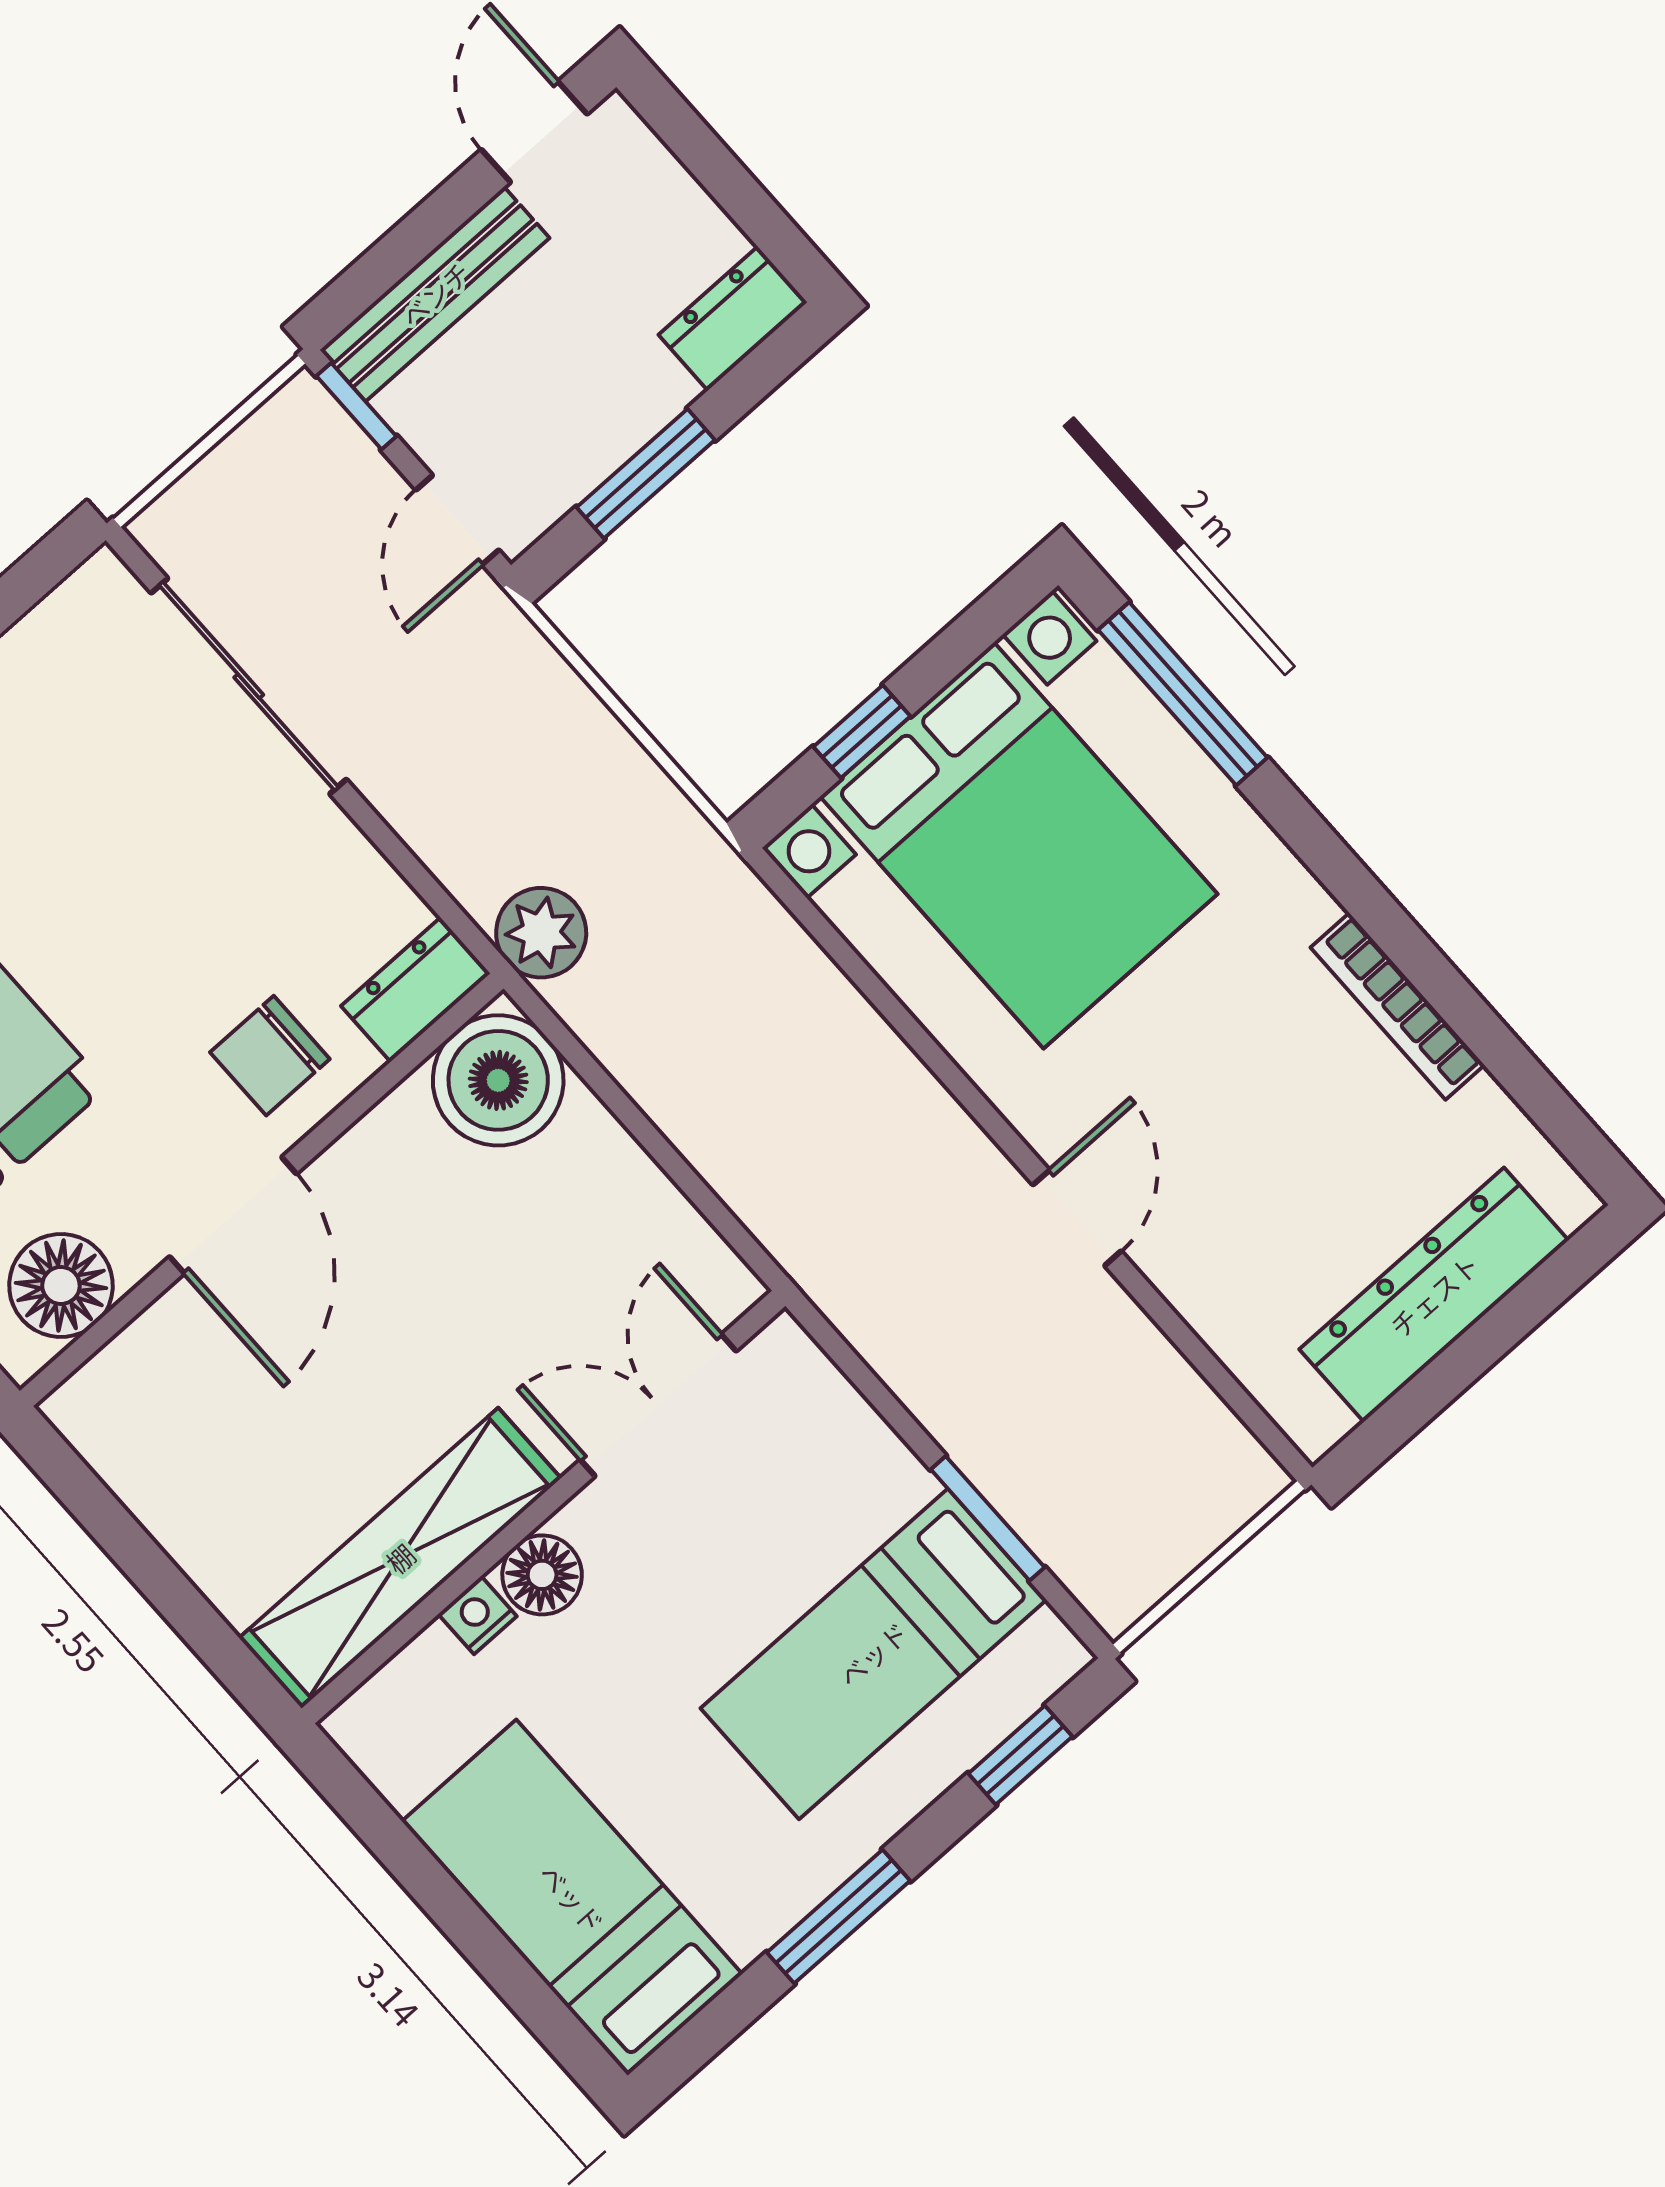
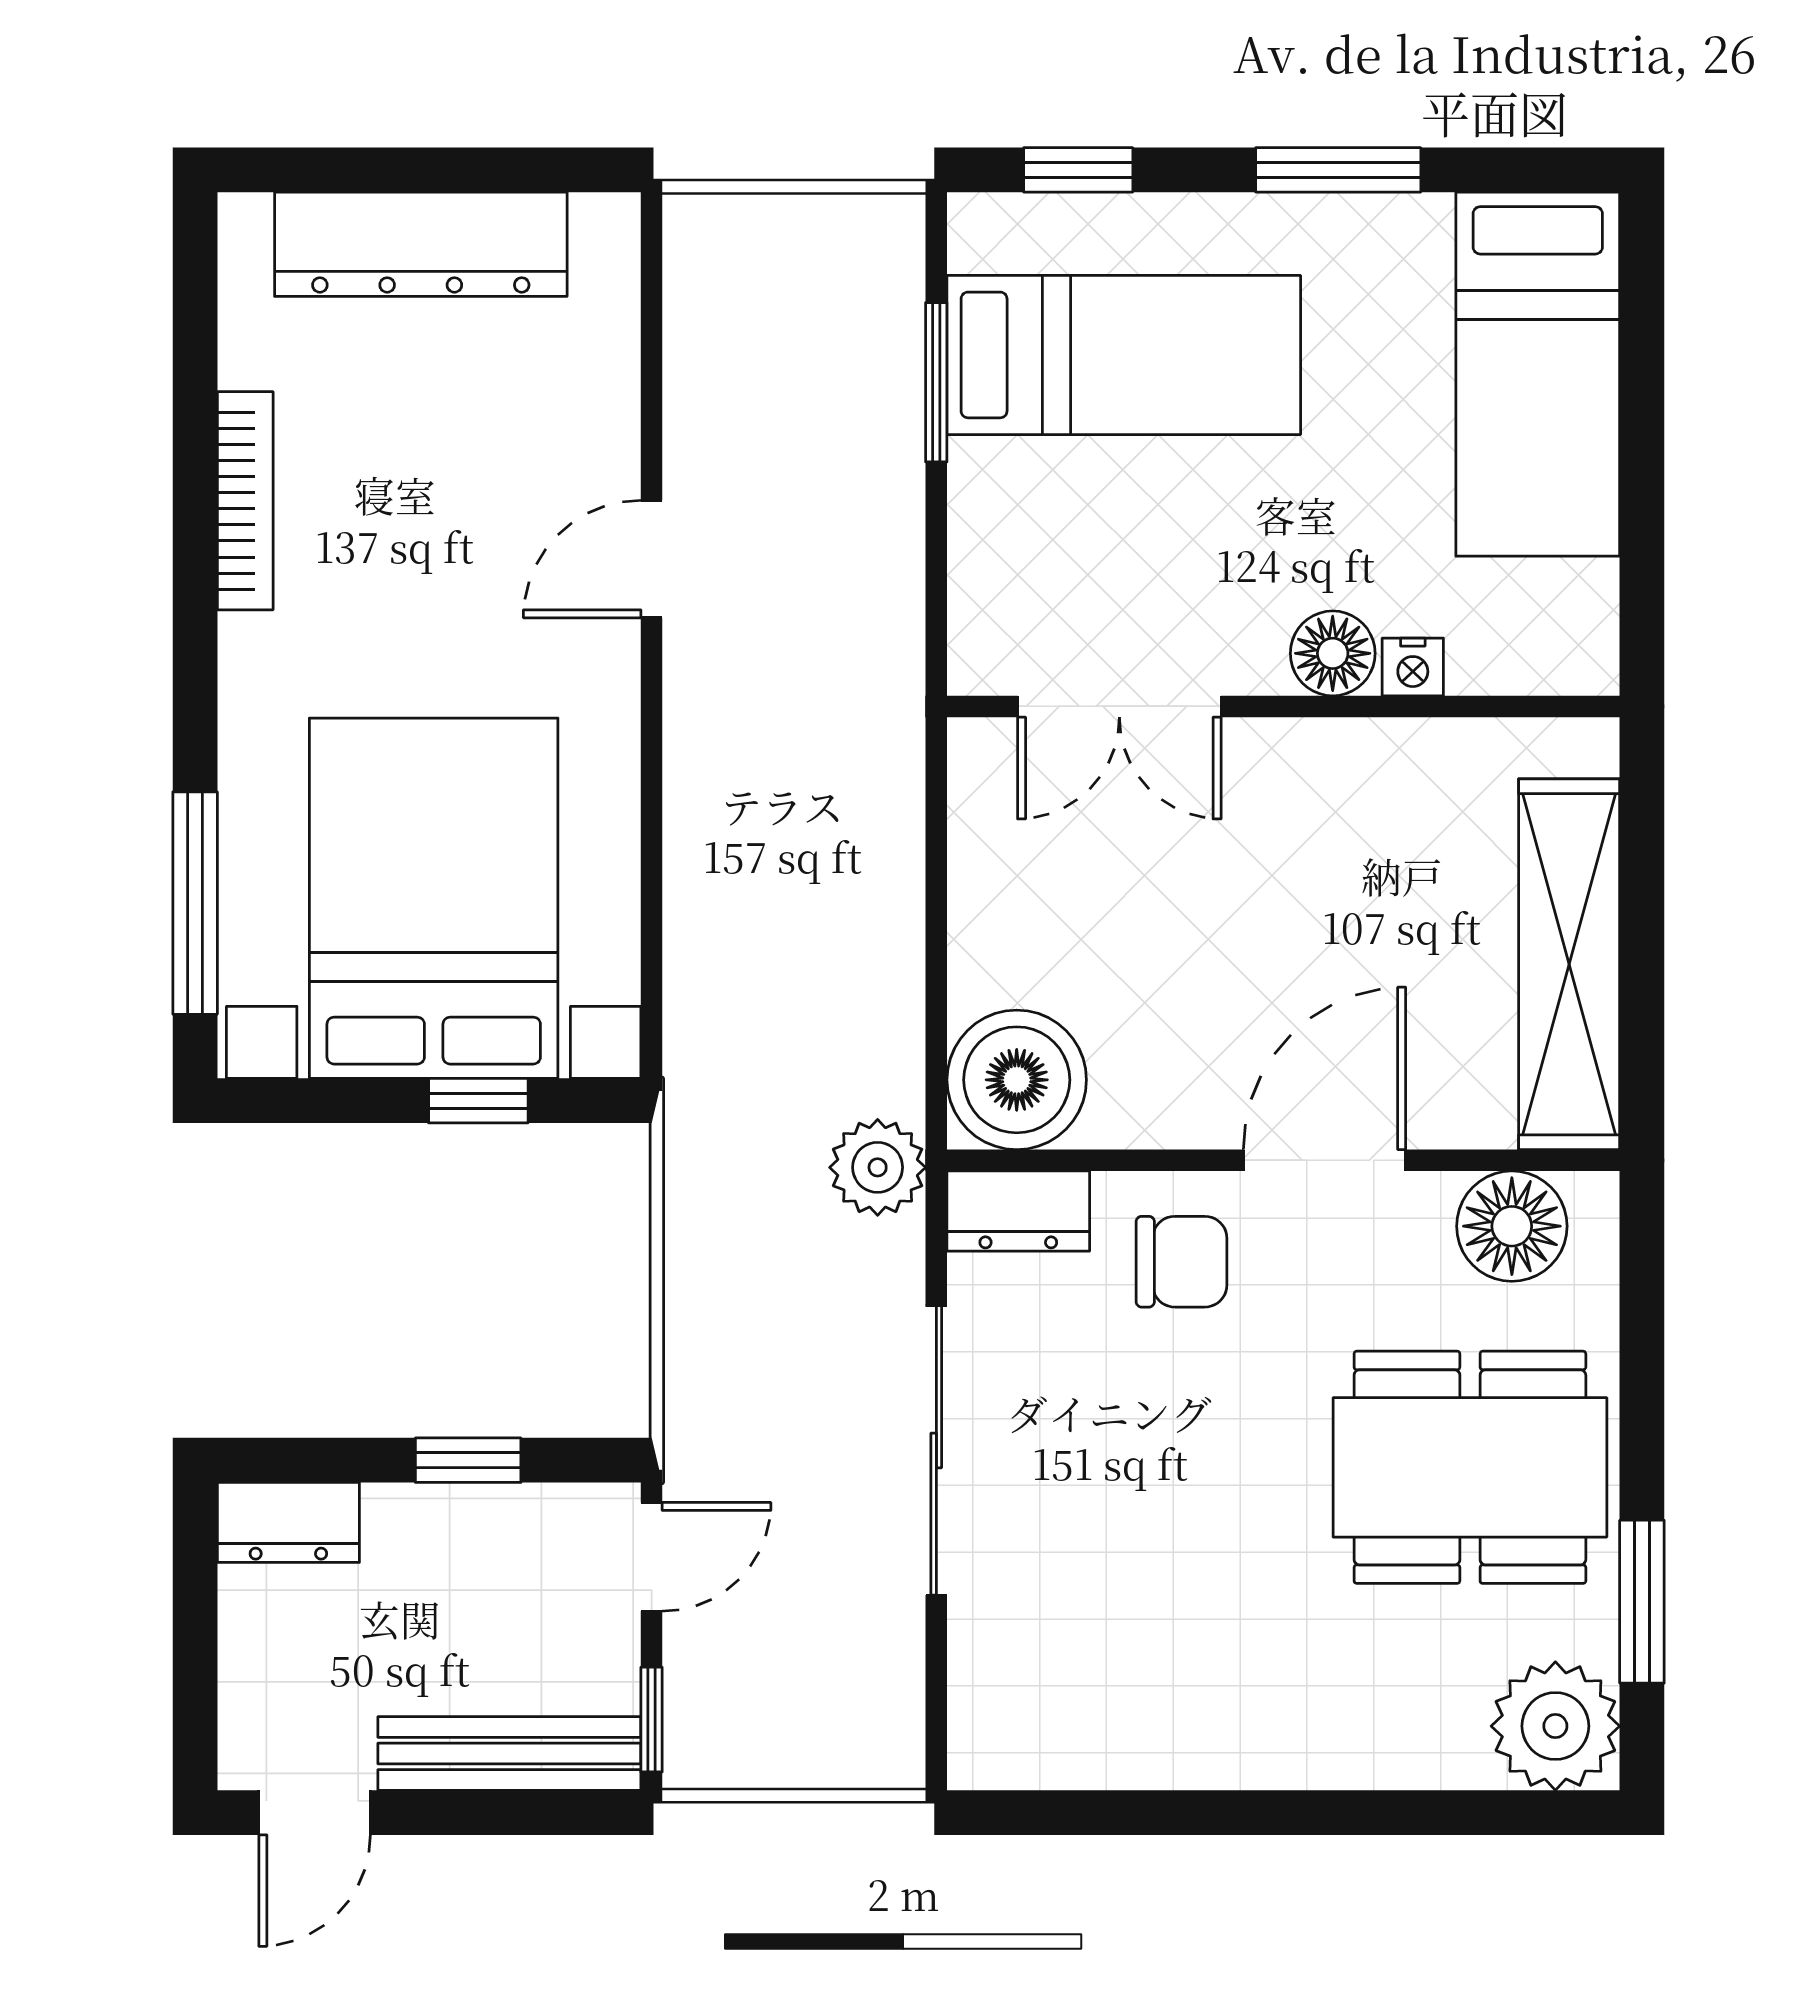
window: (646, 474) -> (468, 1460), width x0.67
sliding door: (249, 686) -> (936, 1450), moved
shelving: (400, 1558) -> (1569, 964), moved, turned 90

